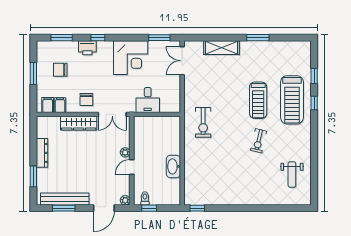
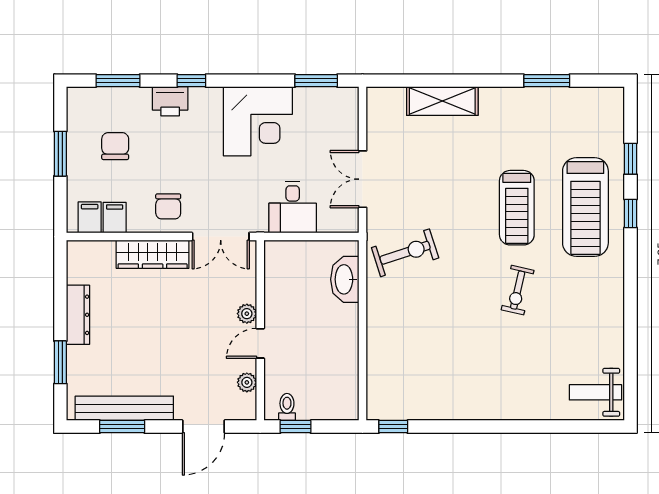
window: (258, 38) -> (547, 81), moved
double door: (182, 61) -> (362, 179), moved
chair: (60, 70) -> (115, 146), turned 90
exercise bike: (203, 122) -> (405, 253), turned -108
washbasin: (173, 166) -> (345, 279), moved
weight bench: (292, 175) -> (596, 392), moved, turned 90
plant: (125, 200) -> (247, 382), moved

